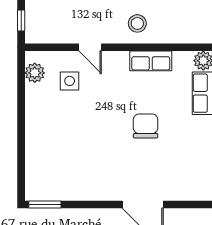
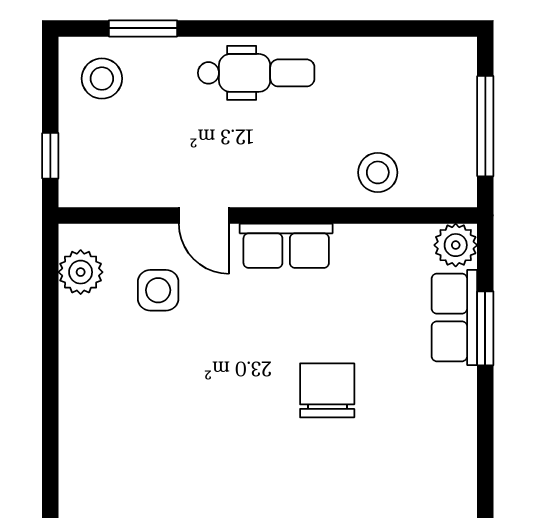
stool: (137, 23) -> (378, 172), moved
row of seats: (151, 61) -> (286, 246), moved

